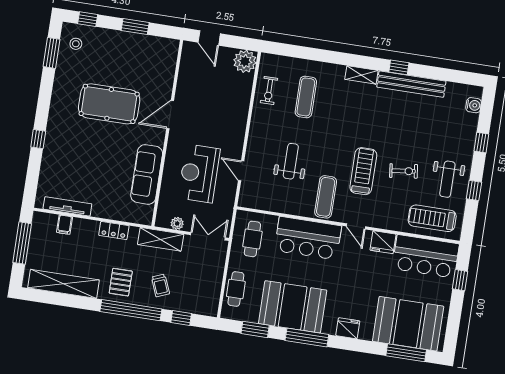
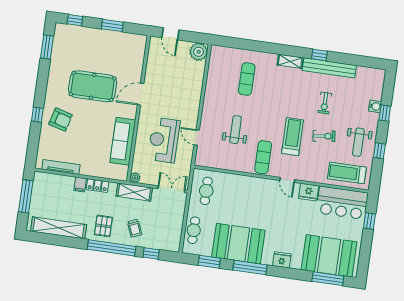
stool: (76, 44) -> (66, 40), removed
exercise bike: (269, 91) -> (325, 103), moved
water cooler: (474, 105) -> (375, 106), moved
armchair: (68, 146) -> (61, 120), added
plant: (177, 223) -> (135, 178), moved
filing cabinet: (64, 225) -> (80, 184), moved
bar counter: (308, 238) -> (250, 190), removed

